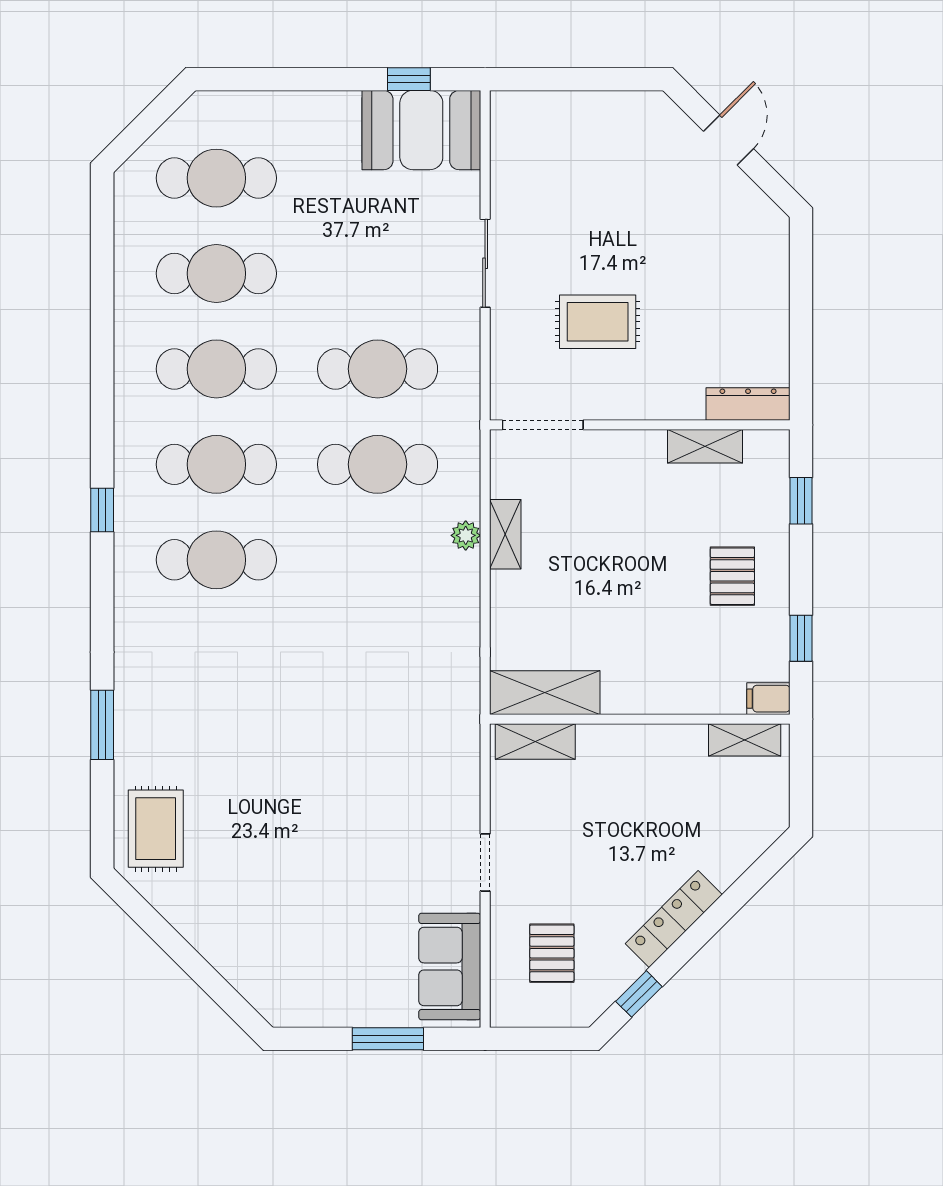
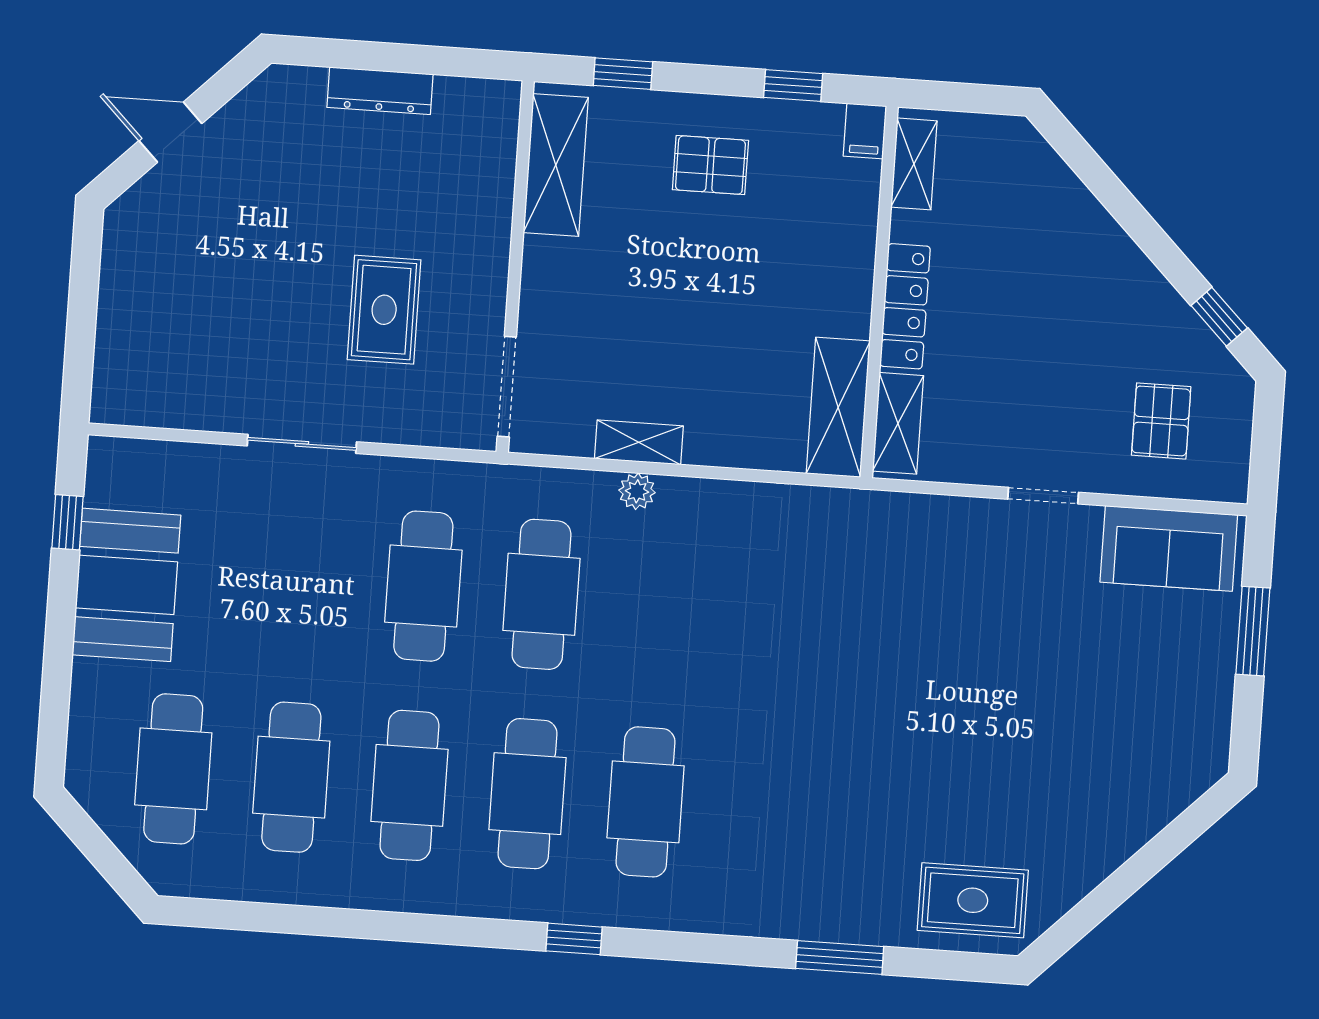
booth: (421, 130) -> (126, 585), moved
dresser: (748, 404) -> (380, 91), moved, turned -90
shelving: (705, 446) -> (556, 165), width x1.50, depth x1.33
locker: (674, 919) -> (905, 306), moved, turned -135
pallet: (552, 953) -> (1161, 421), turned 90

